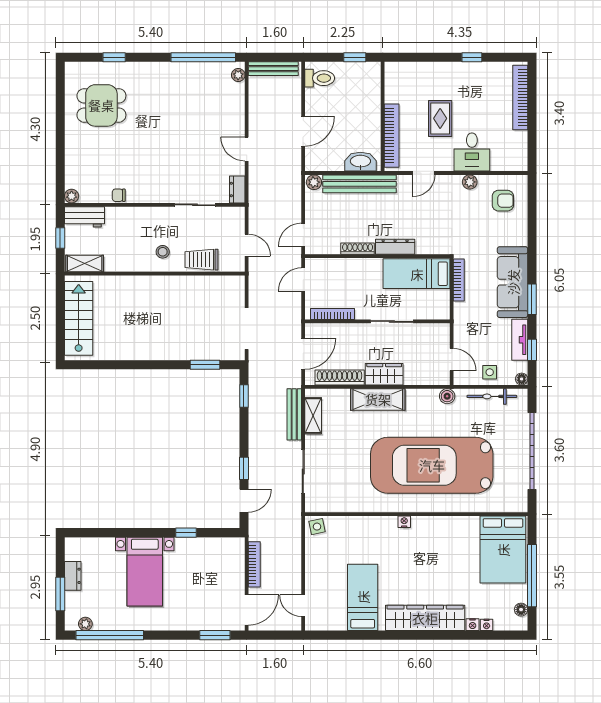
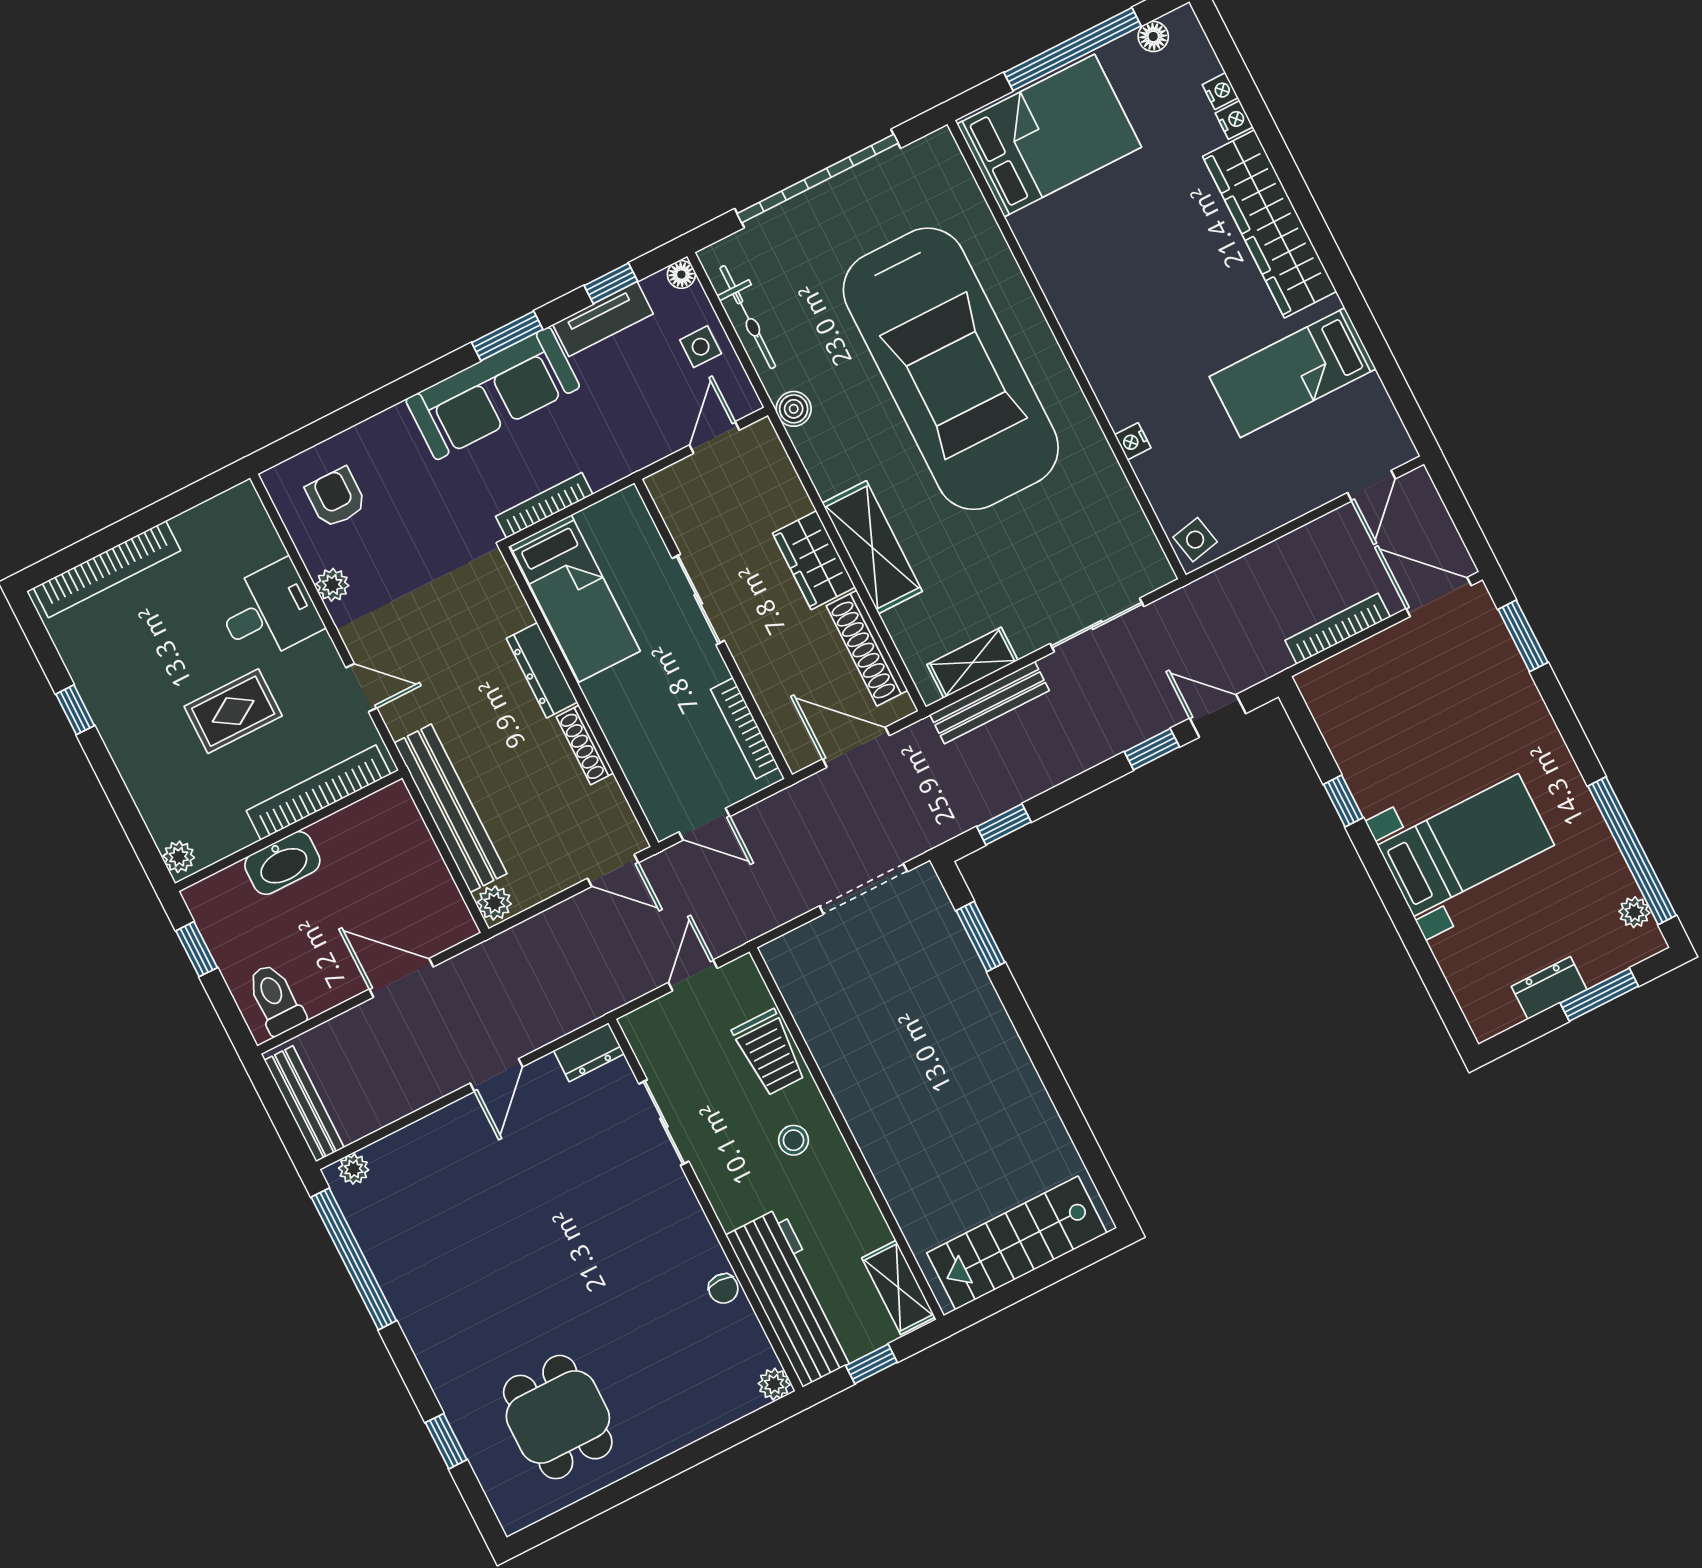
plant: (394, 69) -> (179, 857), added
washbasin: (360, 162) -> (282, 863), moved, turned -90
workbench: (85, 217) -> (792, 1297), width x1.88, depth x1.32
nightstand: (404, 522) -> (1133, 441), moved

